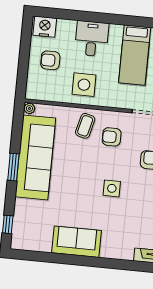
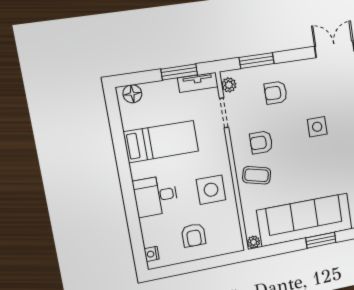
nightstand: (45, 27) -> (152, 254), width x0.53, depth x0.56
armchair: (112, 137) -> (261, 142), turned 90

